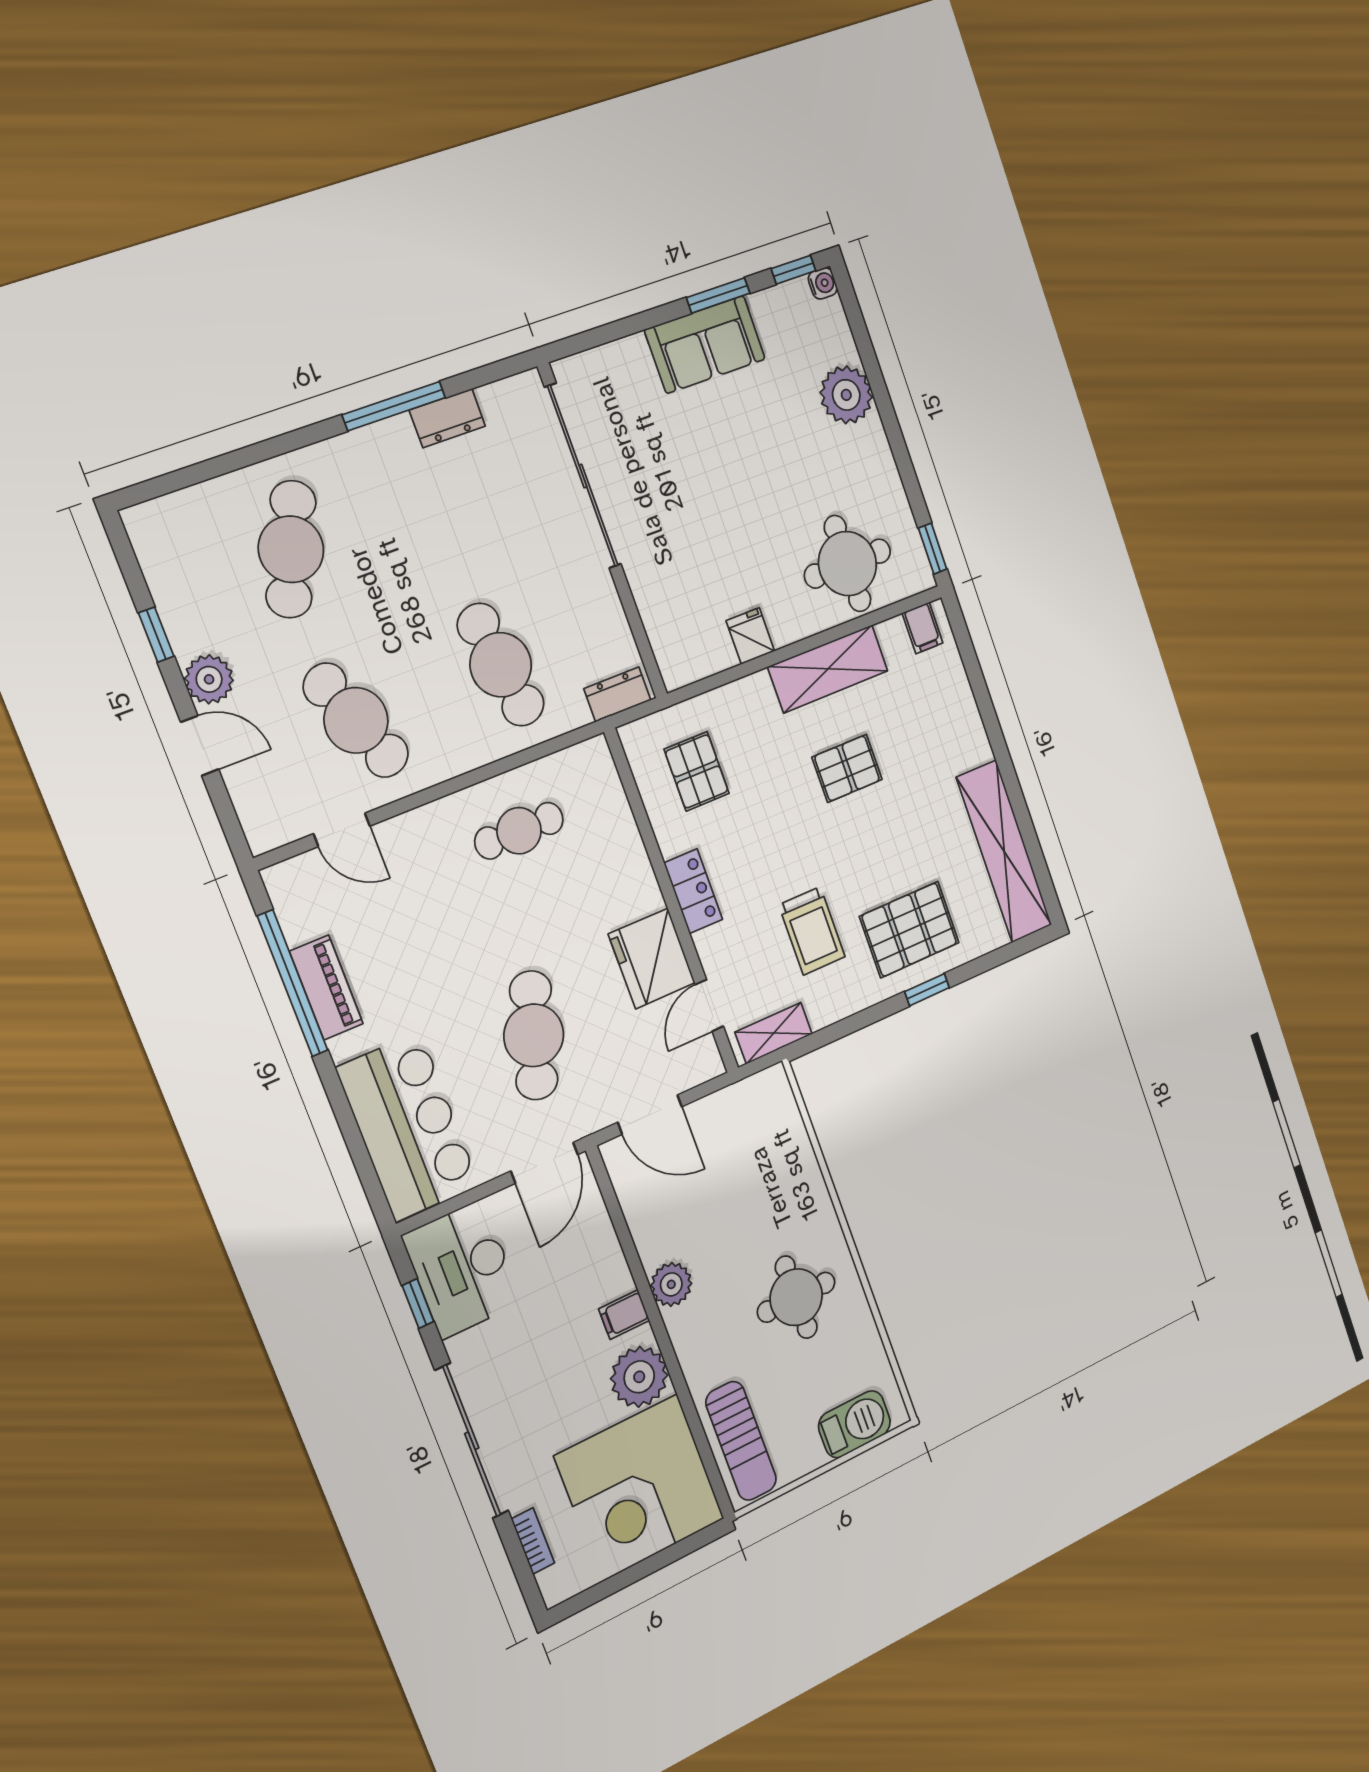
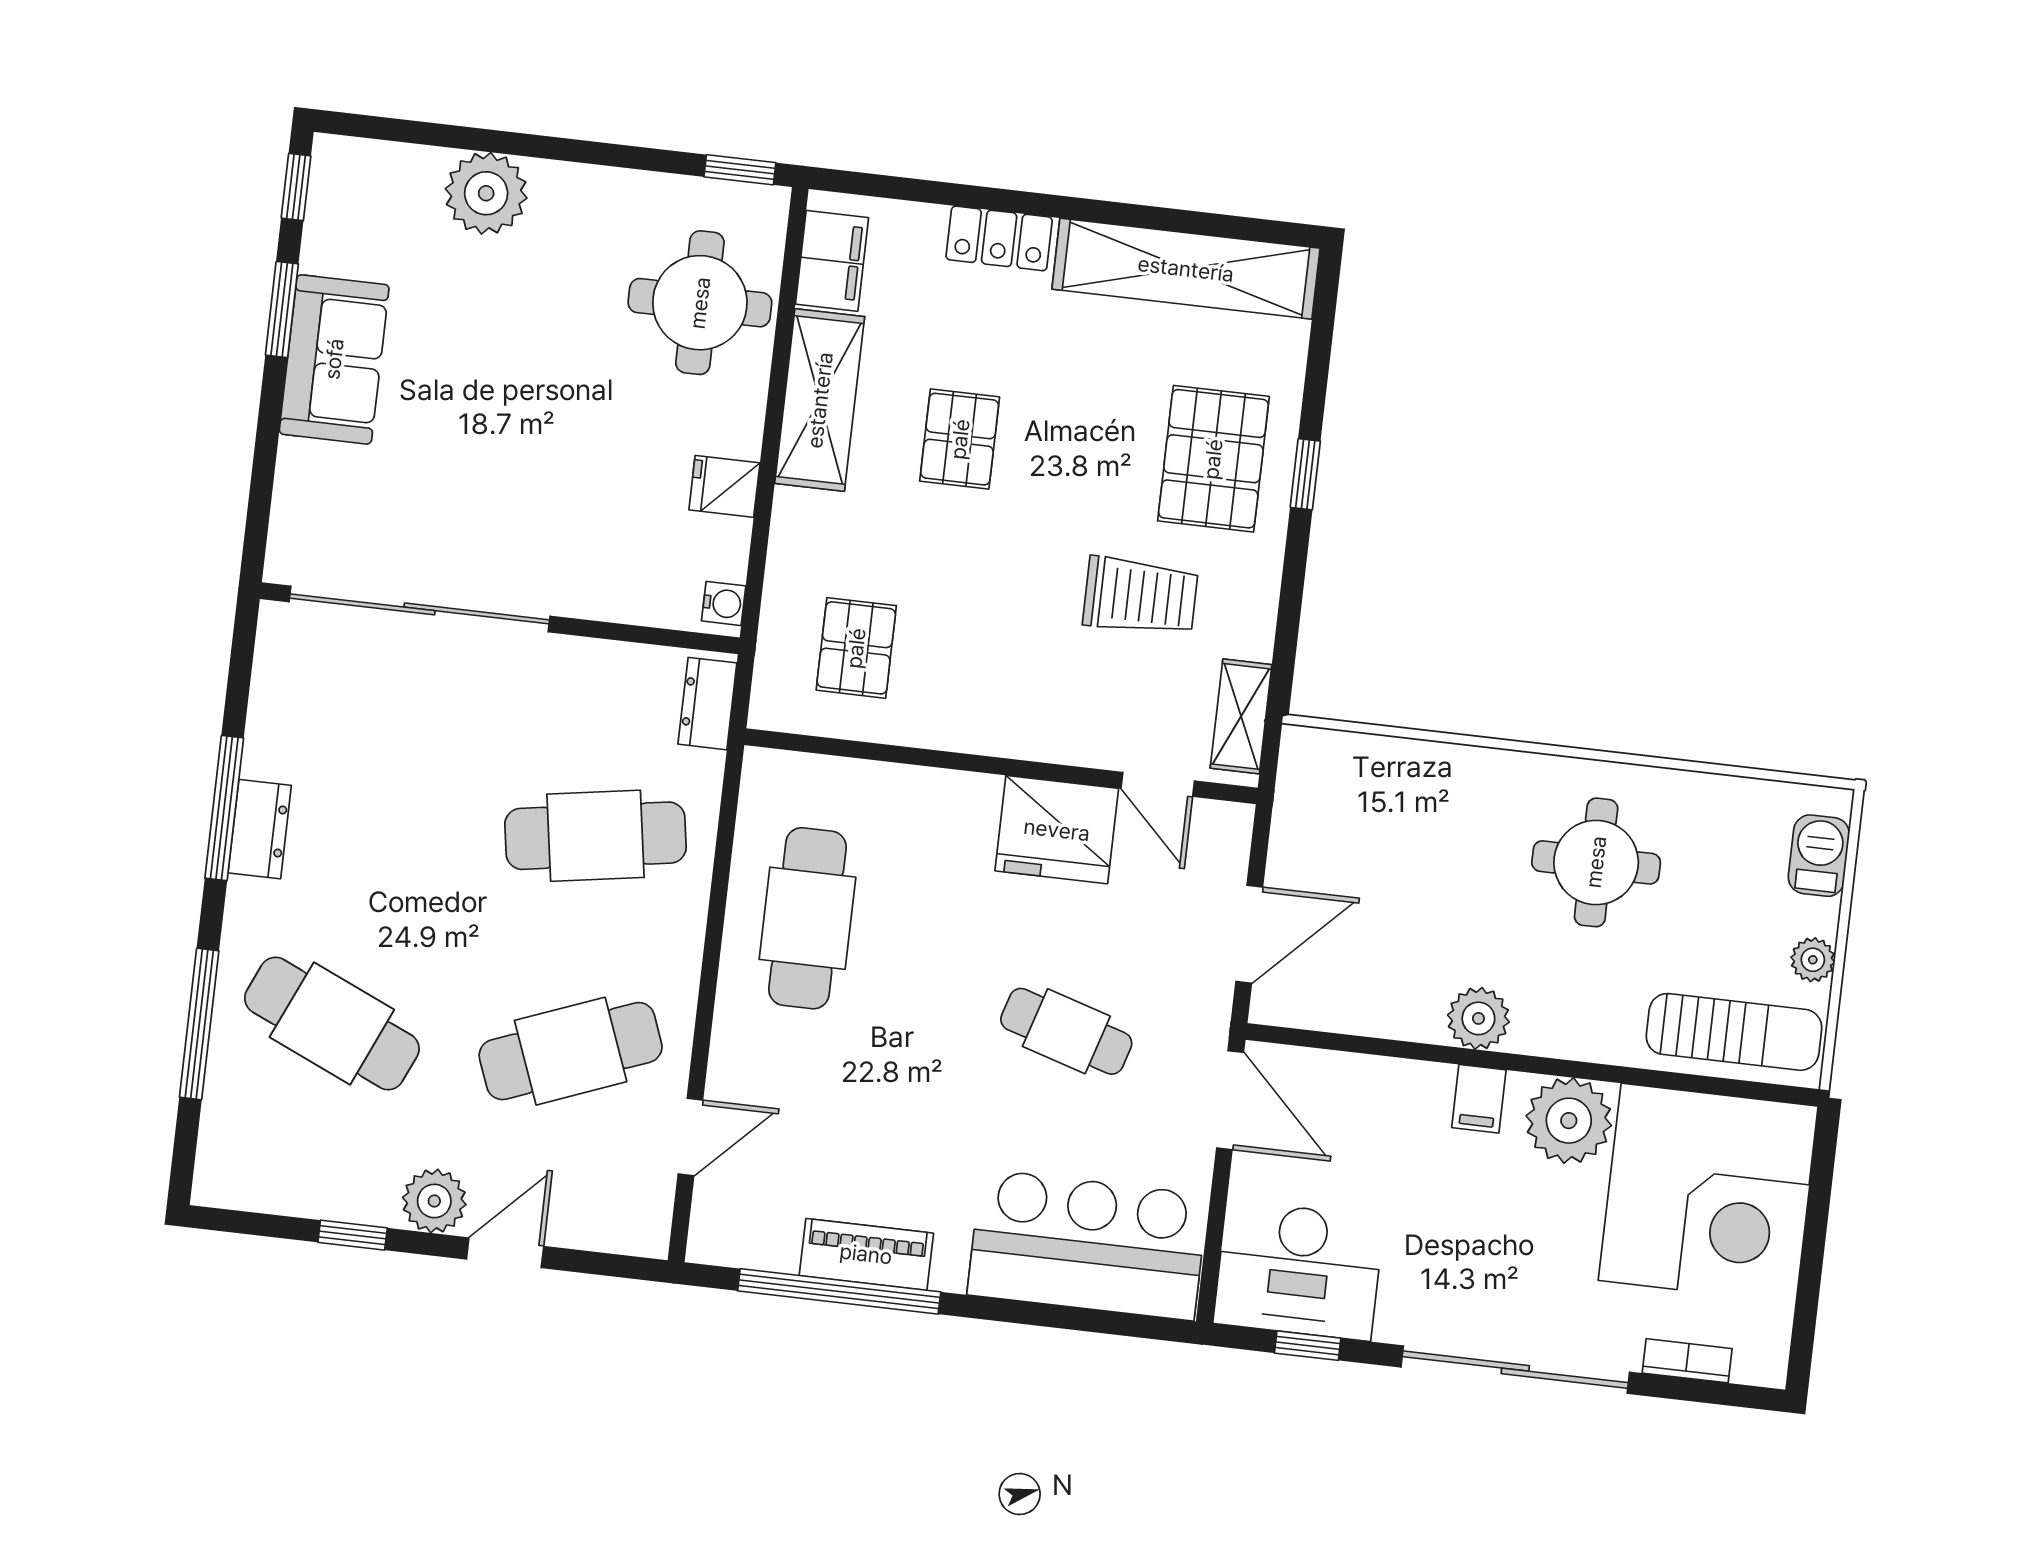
water cooler: (823, 283) -> (724, 603), moved, turned 90
dresser: (447, 418) -> (260, 829), moved
window: (244, 457) -> (199, 1024), added
filing cabinet: (923, 628) -> (832, 261), width x2.00
pallet: (697, 771) -> (856, 648), turned 90
cafe table: (519, 831) -> (807, 918), width x1.37, depth x1.35
locker: (693, 891) -> (999, 238), moved, turned 180
cafe table: (534, 1035) -> (1066, 1031), width x0.73, depth x0.74
barbecue: (854, 1424) -> (1819, 856), width x0.73, depth x0.79
plant: (805, 1460) -> (1813, 960), added

